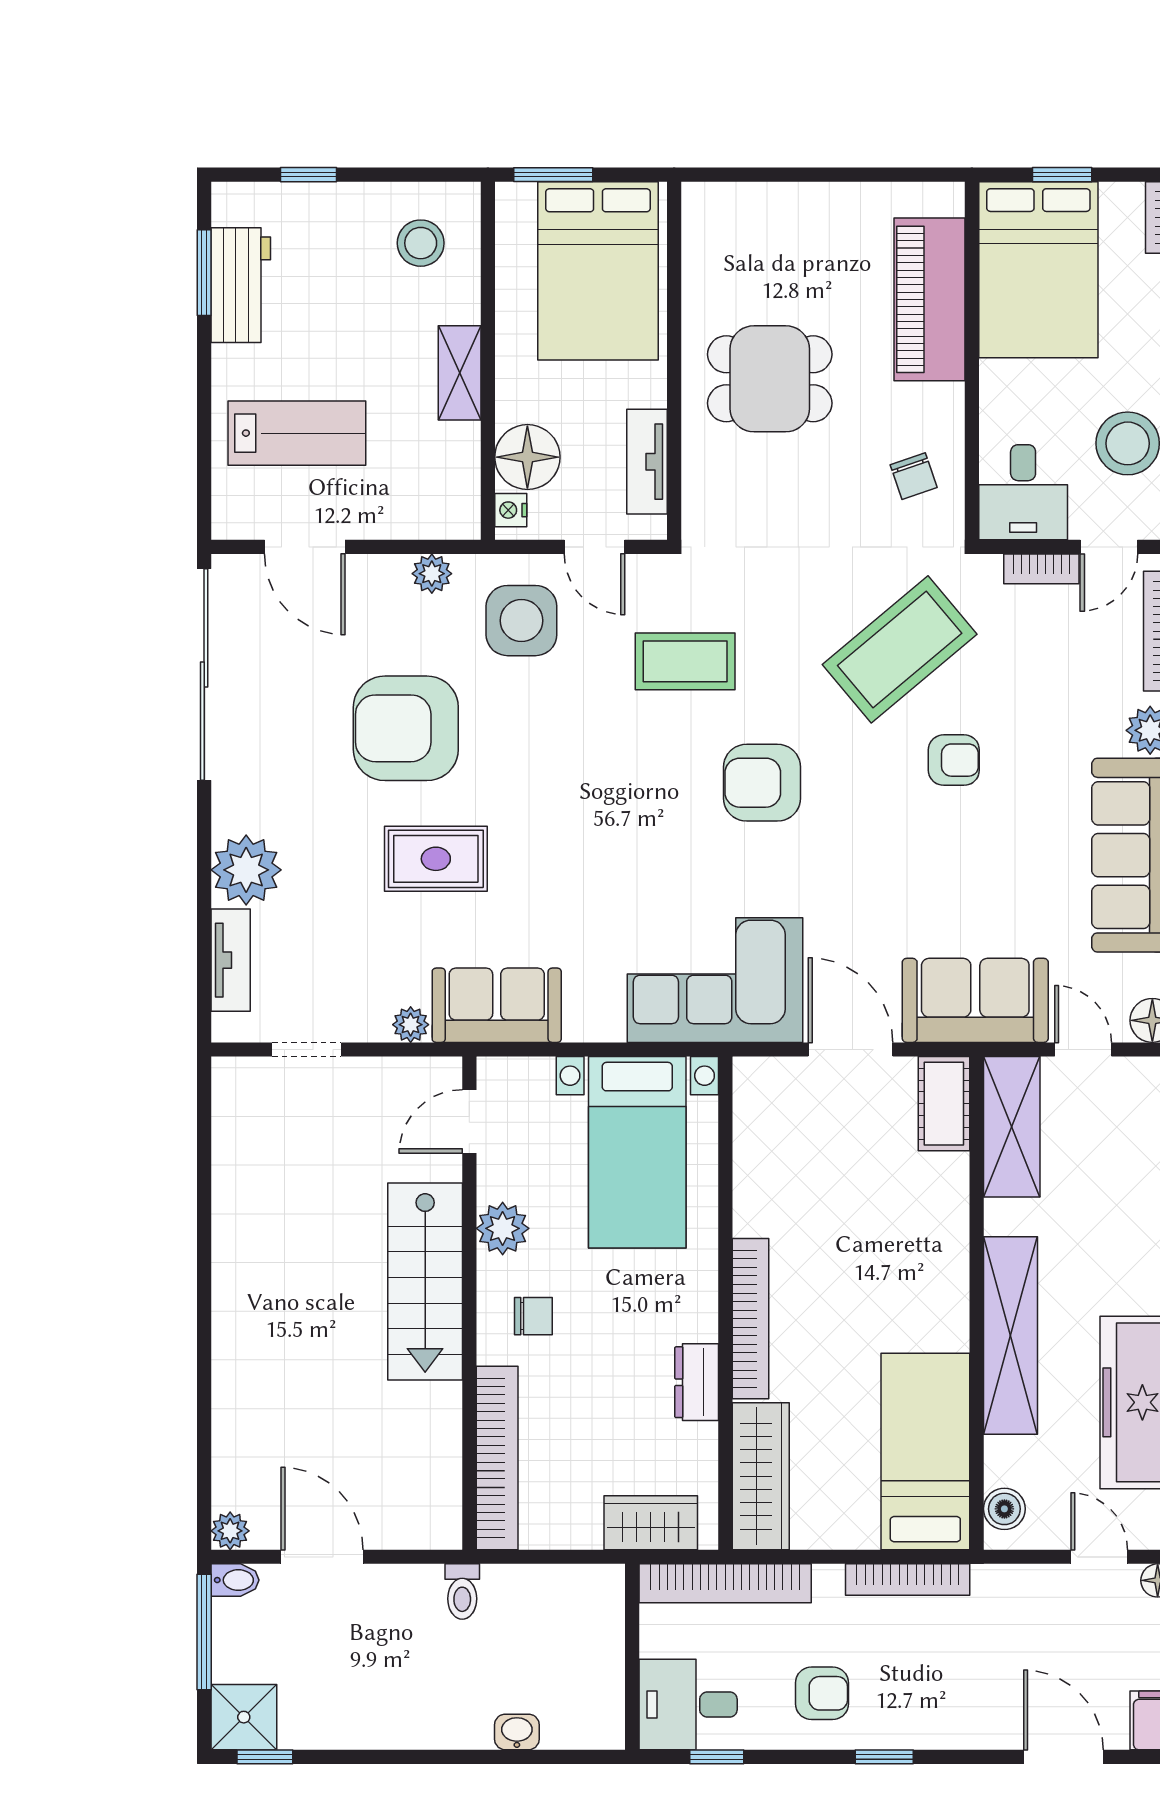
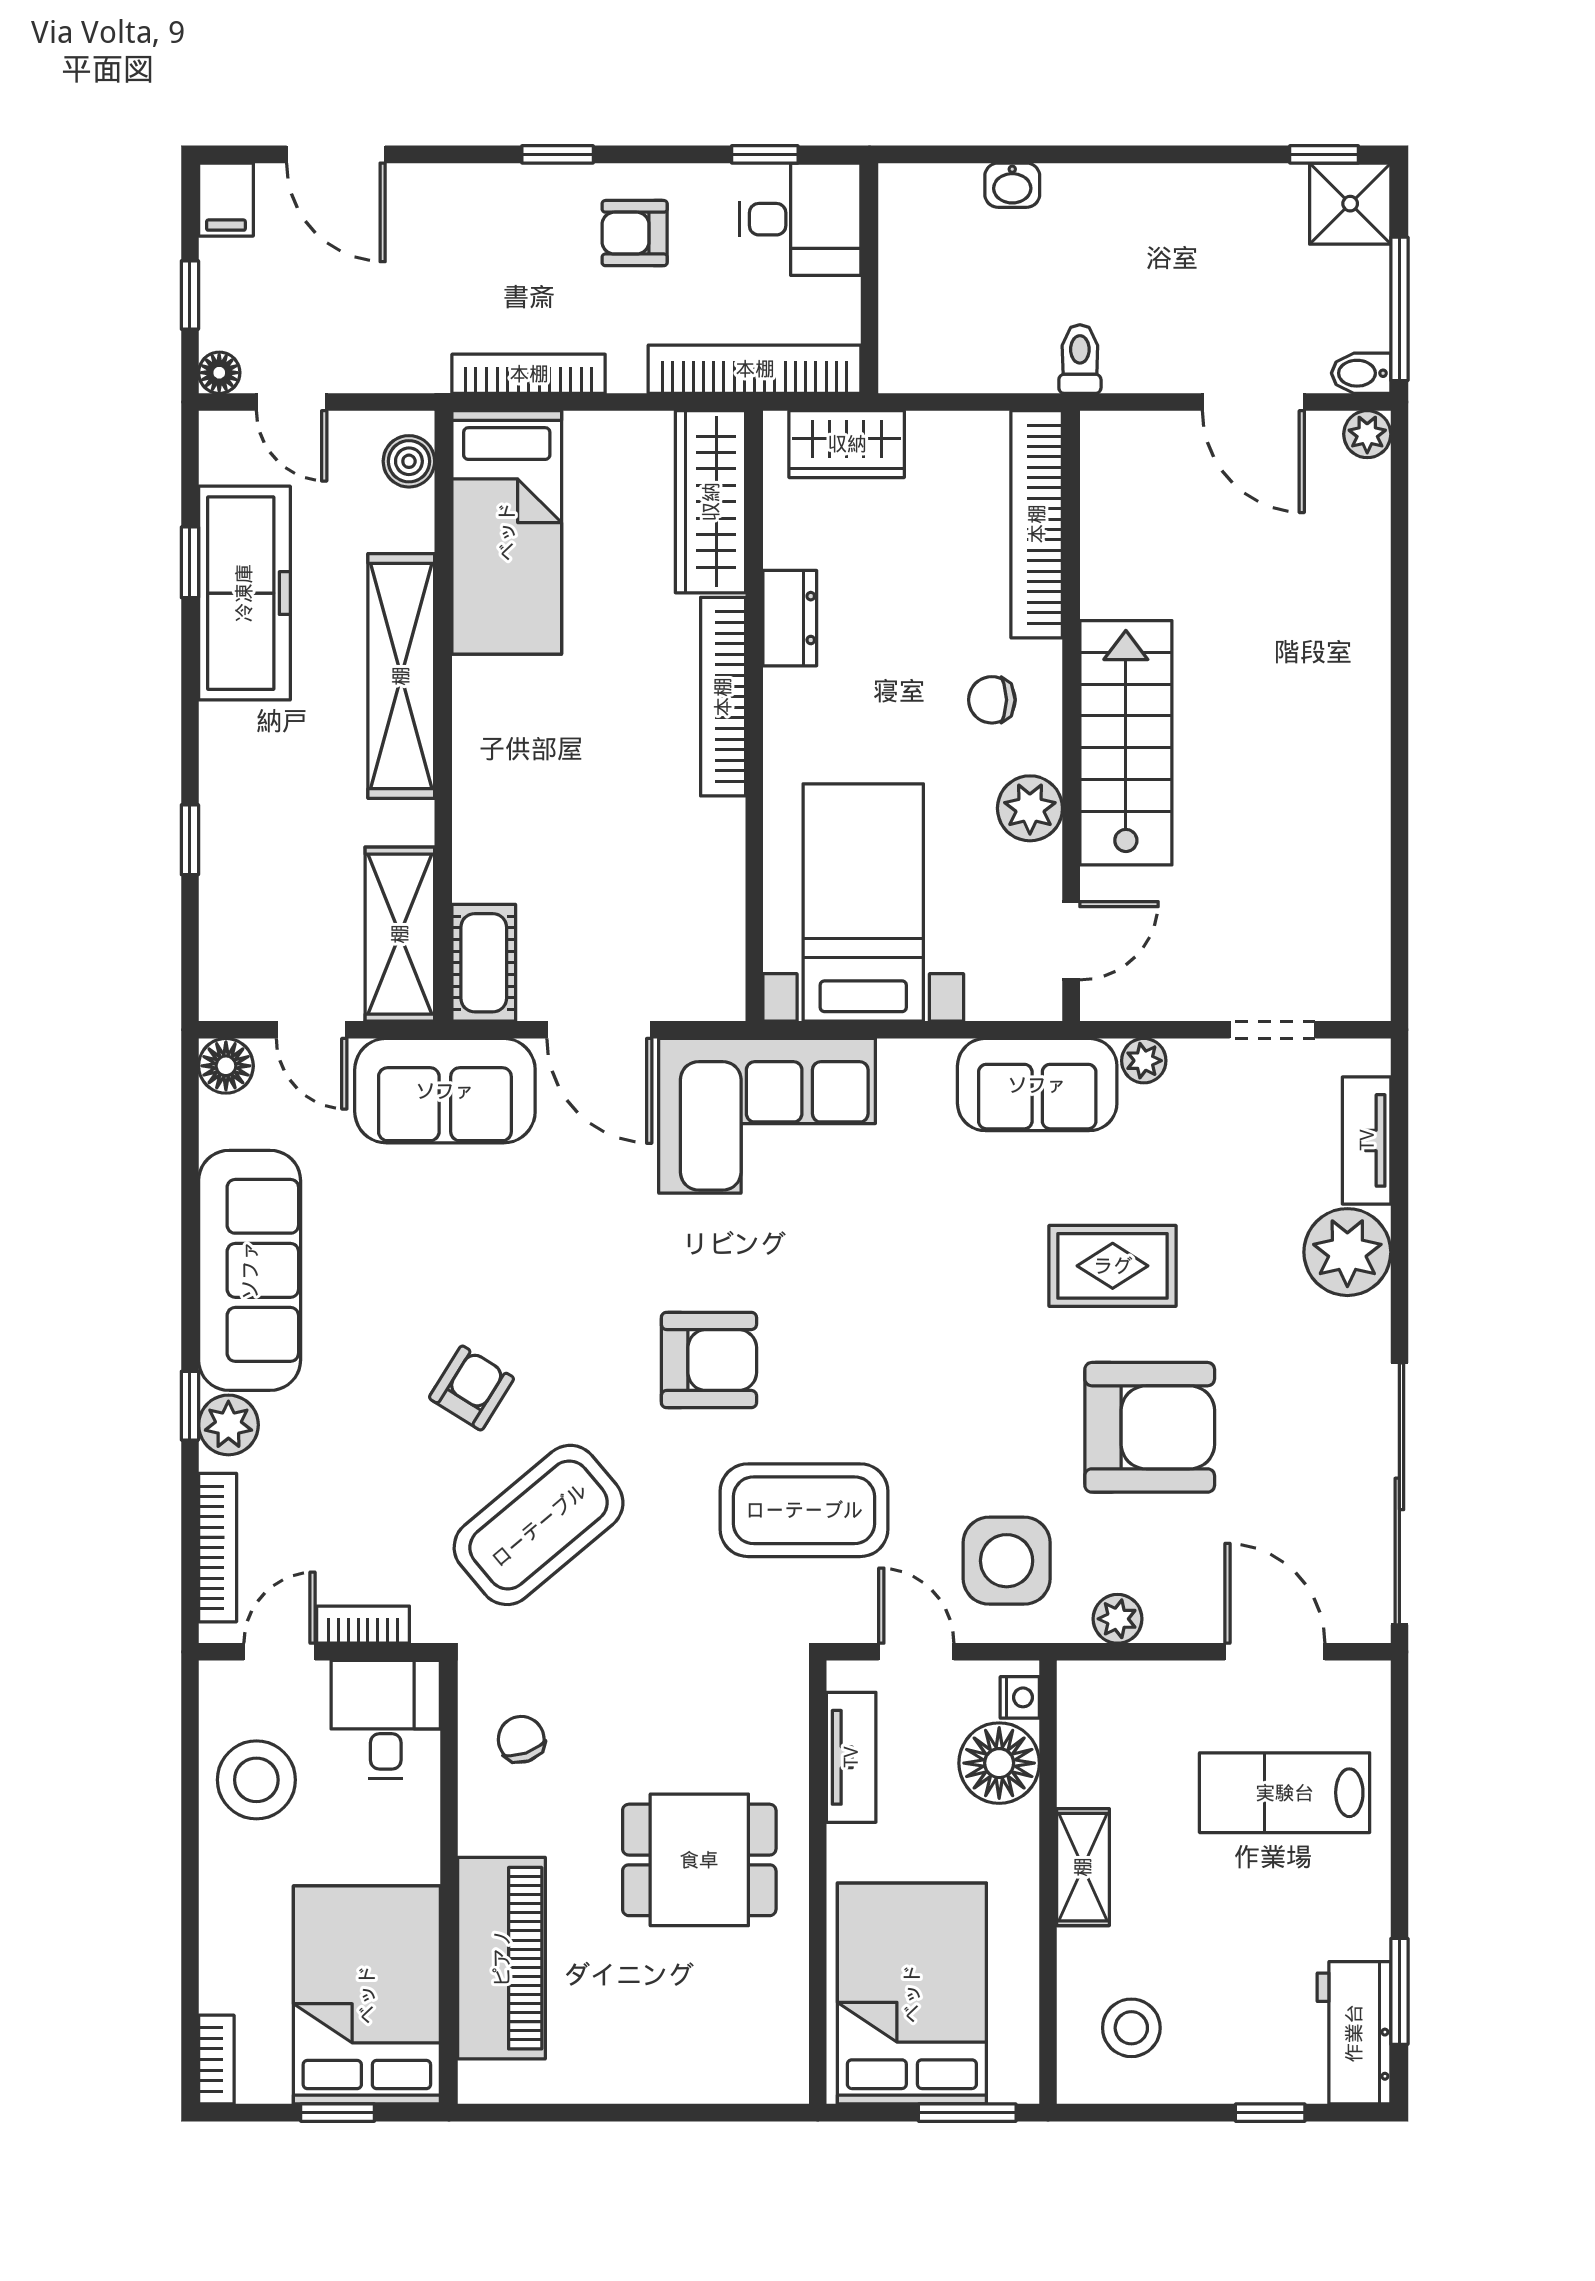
workbench: (241, 285) -> (1354, 2033), moved
coffee table: (685, 661) -> (804, 1510), width x1.36, depth x1.32
armchair: (954, 760) -> (471, 1388), turned 122

